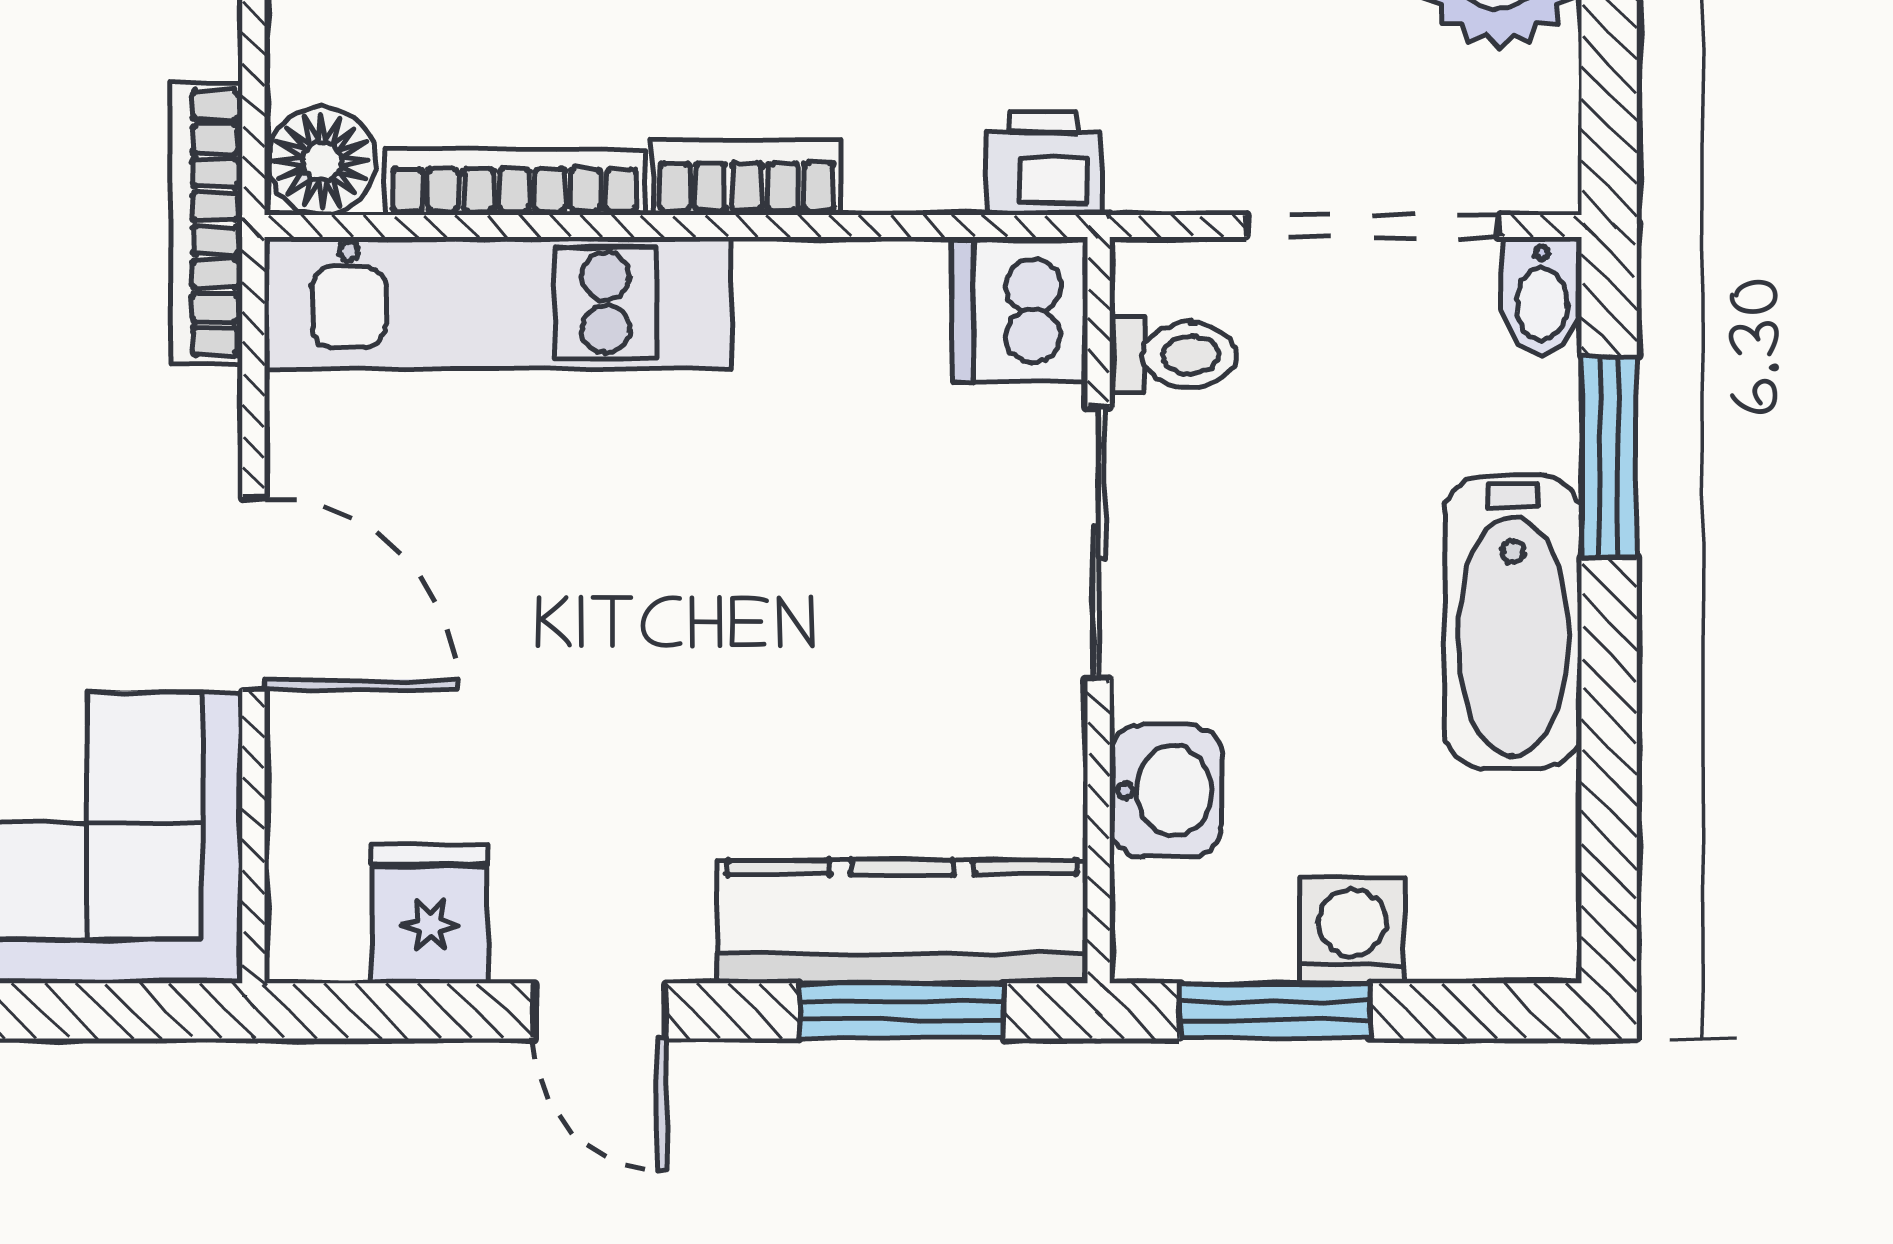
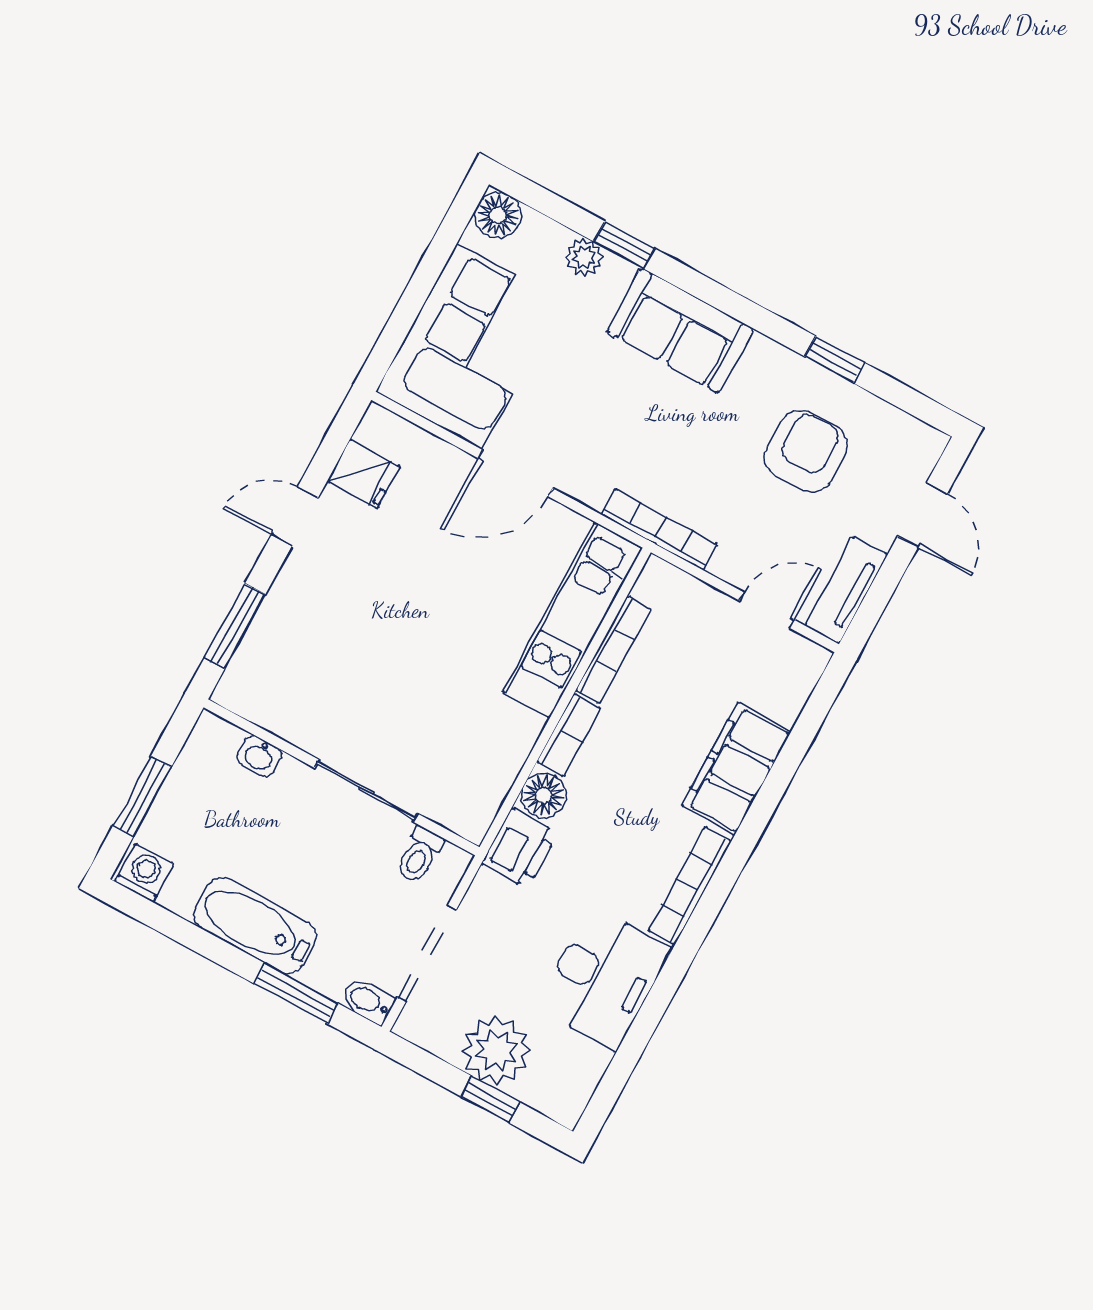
floor lamp: (322, 161) -> (544, 795), moved
printer: (1044, 163) -> (520, 848), width x1.36, depth x1.24
dishwasher: (1020, 310) -> (467, 808), removed
washbasin: (1166, 791) -> (259, 756), width x0.72, depth x0.69
kitchen counter: (902, 922) -> (267, 644), removed
washing machine: (1352, 931) -> (144, 873), moved, turned -90
window: (1275, 1011) -> (142, 797), moved

